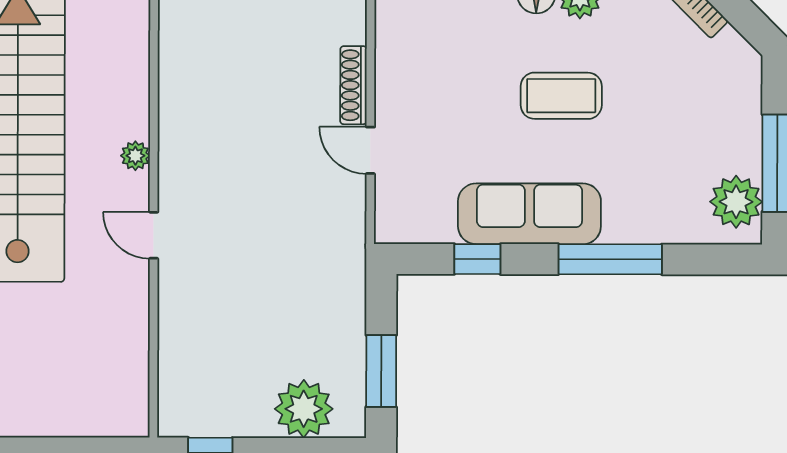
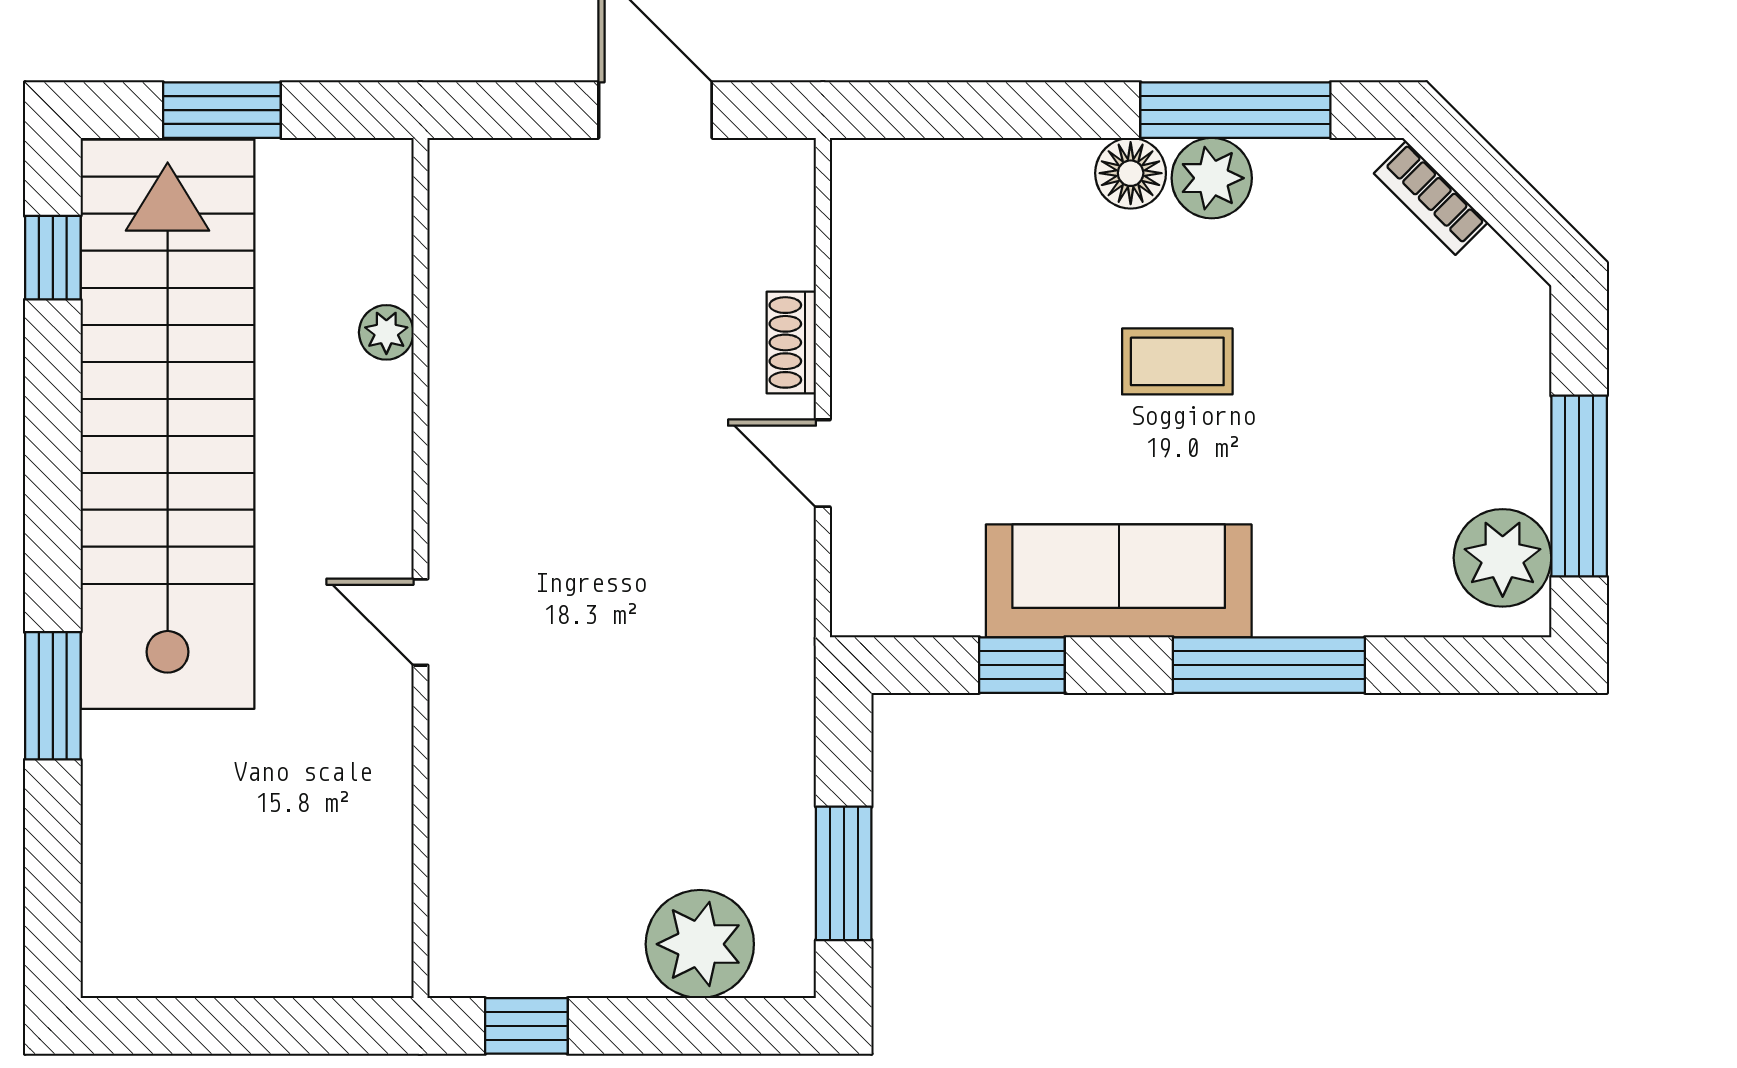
shoe rack: (353, 85) -> (791, 342), width x0.70
coffee table: (561, 96) -> (1177, 361), width x0.73, depth x0.77
plant: (135, 156) -> (386, 332), moved

